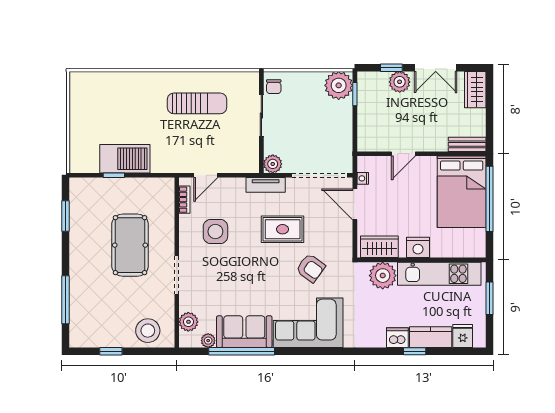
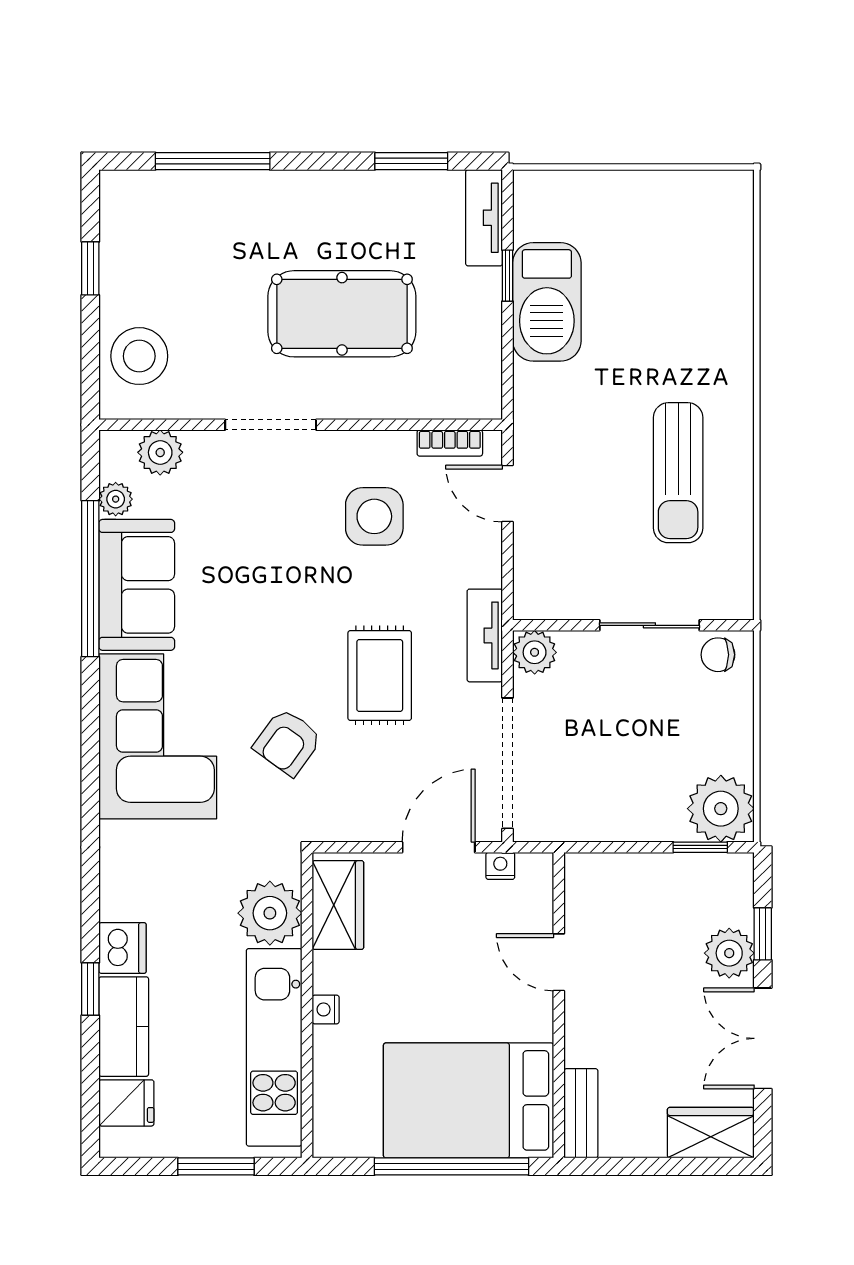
tv unit: (90, 185) -> (484, 218), added
nightstand: (418, 247) -> (326, 1009), width x0.53, depth x0.56

